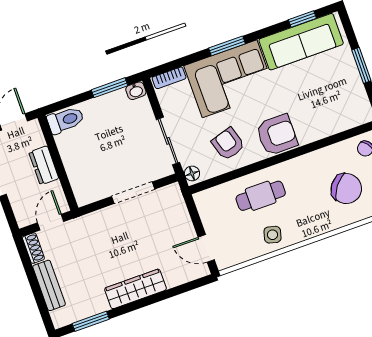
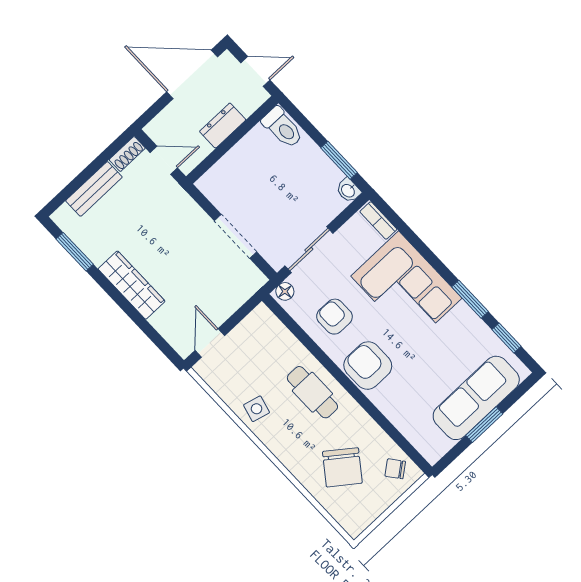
sofa: (301, 42) -> (476, 398), moved, turned 90
window: (227, 46) -> (470, 299), moved
armchair: (277, 135) -> (368, 366), turned 180
armchair: (228, 144) -> (334, 317), turned -73
cafe table: (261, 196) -> (312, 392), moved

